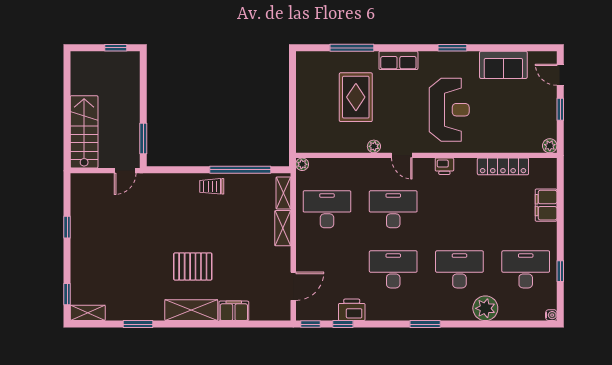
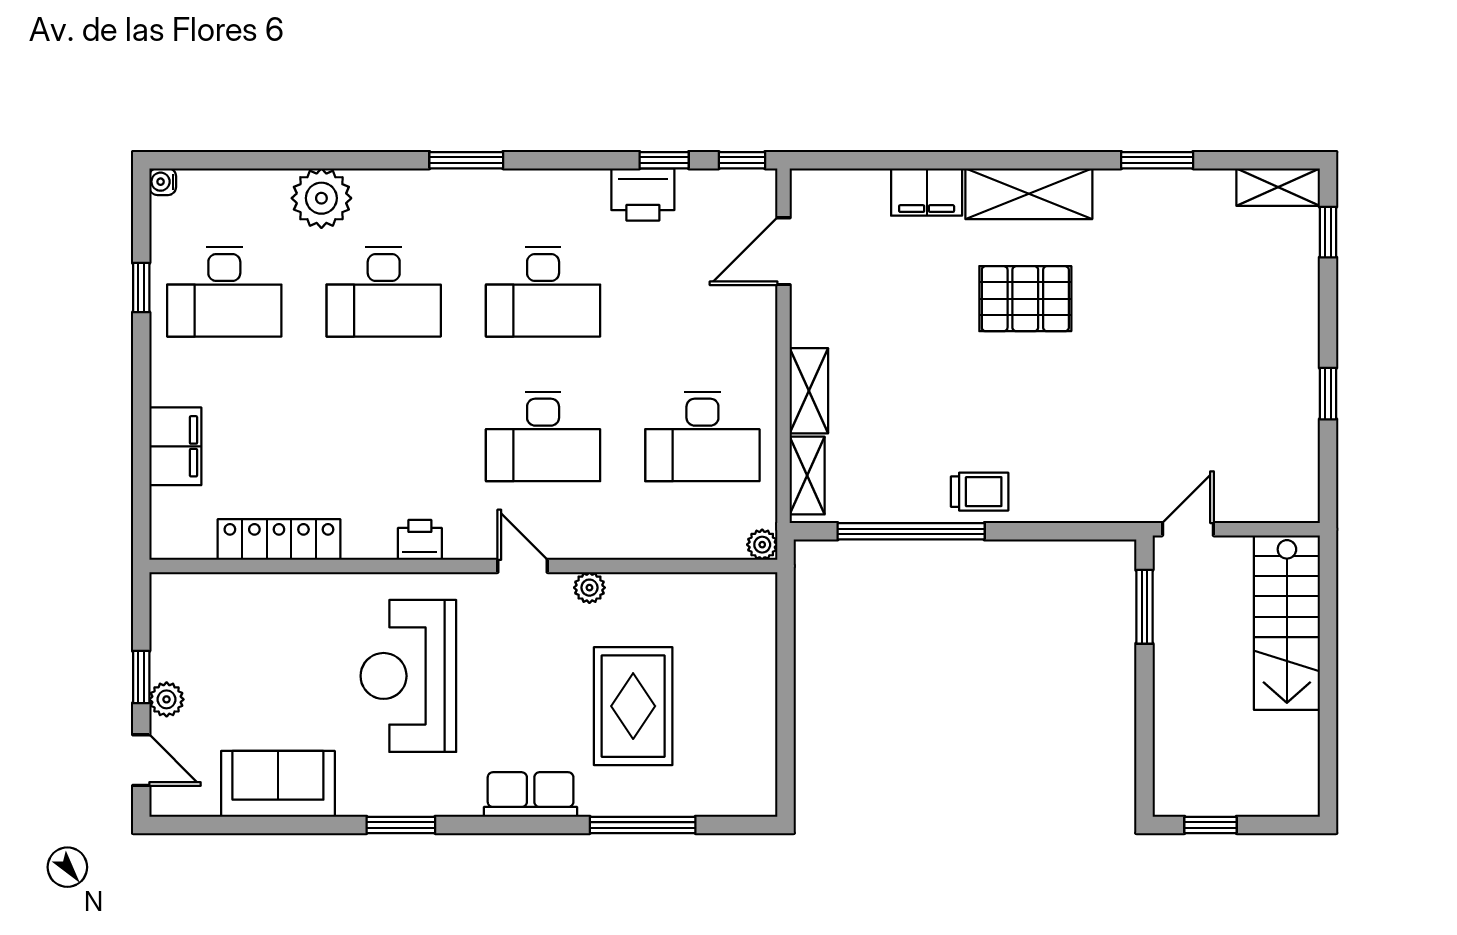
plant: (550, 146) -> (167, 699), moved

